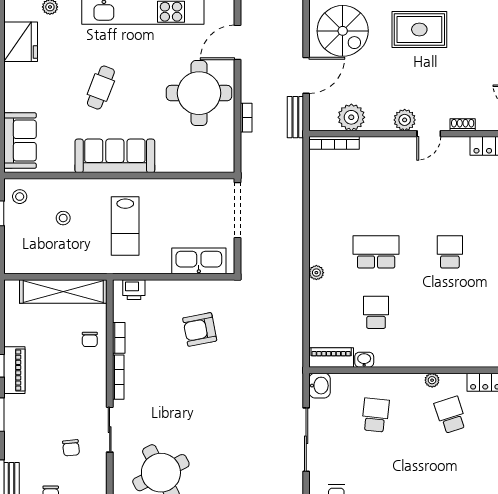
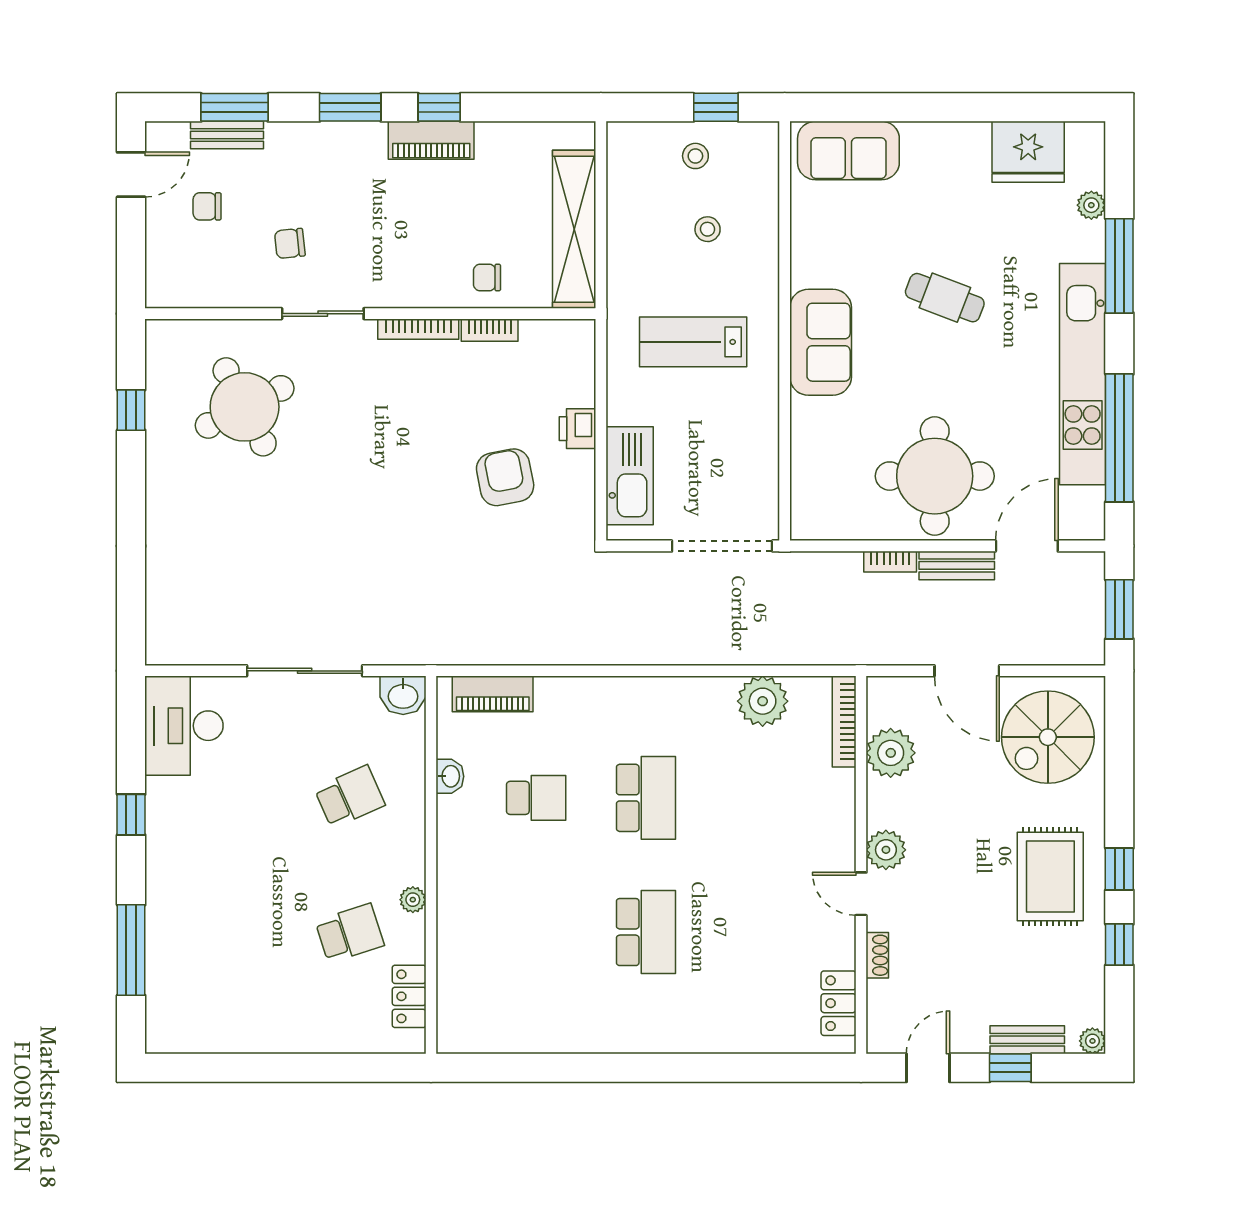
door: (237, 42) -> (1027, 546), hinge flipped
bench: (295, 117) -> (957, 565), moved
sofa: (115, 156) -> (821, 342), width x0.73
stool: (20, 197) -> (695, 156), moved
school desk: (450, 252) -> (646, 932), width x1.85
plant: (316, 273) -> (763, 701), moved, width x1.87, depth x1.87
printer: (134, 290) -> (577, 429), moved
piano: (331, 357) -> (493, 694), moved, turned 90
school desk: (375, 415) -> (350, 797), turned -30

